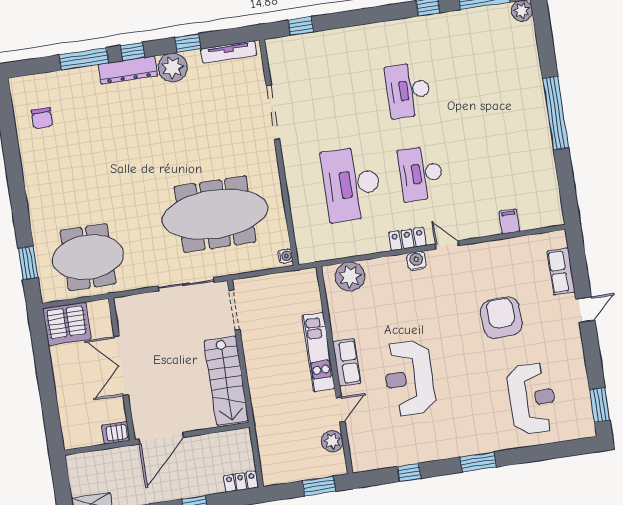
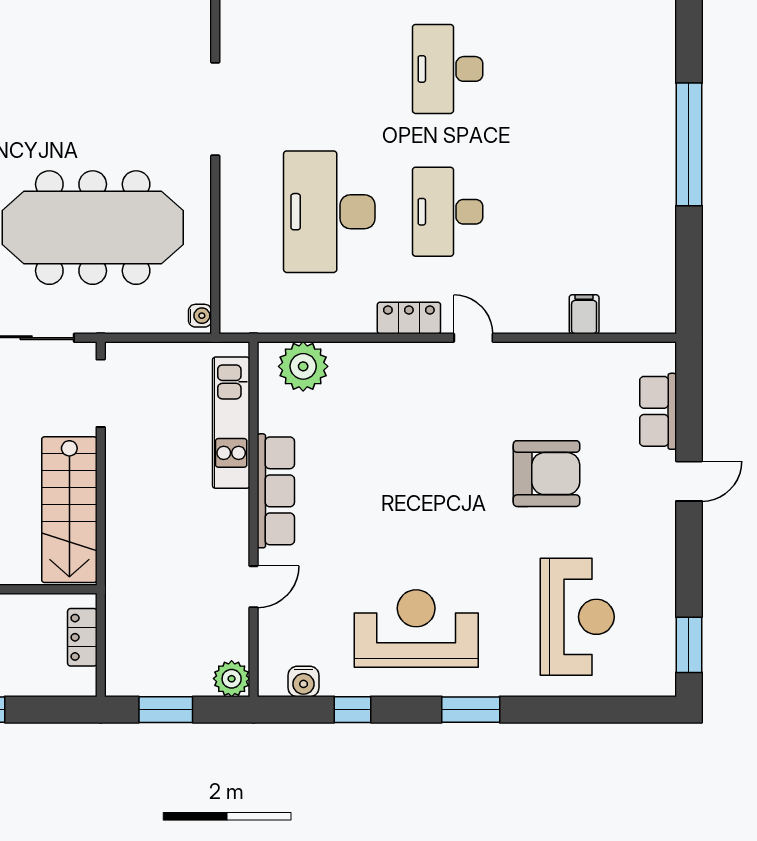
doorway: (273, 112) -> (215, 109), moved
water cooler: (416, 261) -> (304, 681), moved, turned 180
armchair: (501, 318) -> (546, 474), turned 93
kitchen unit: (318, 352) -> (231, 423), moved
row of seats: (347, 362) -> (276, 491), width x1.48
reception desk: (409, 378) -> (416, 629), moved, turned 90
plant: (332, 441) -> (232, 679), moved
locker: (241, 482) -> (82, 637), moved, turned -90
window: (319, 486) -> (166, 710), moved

